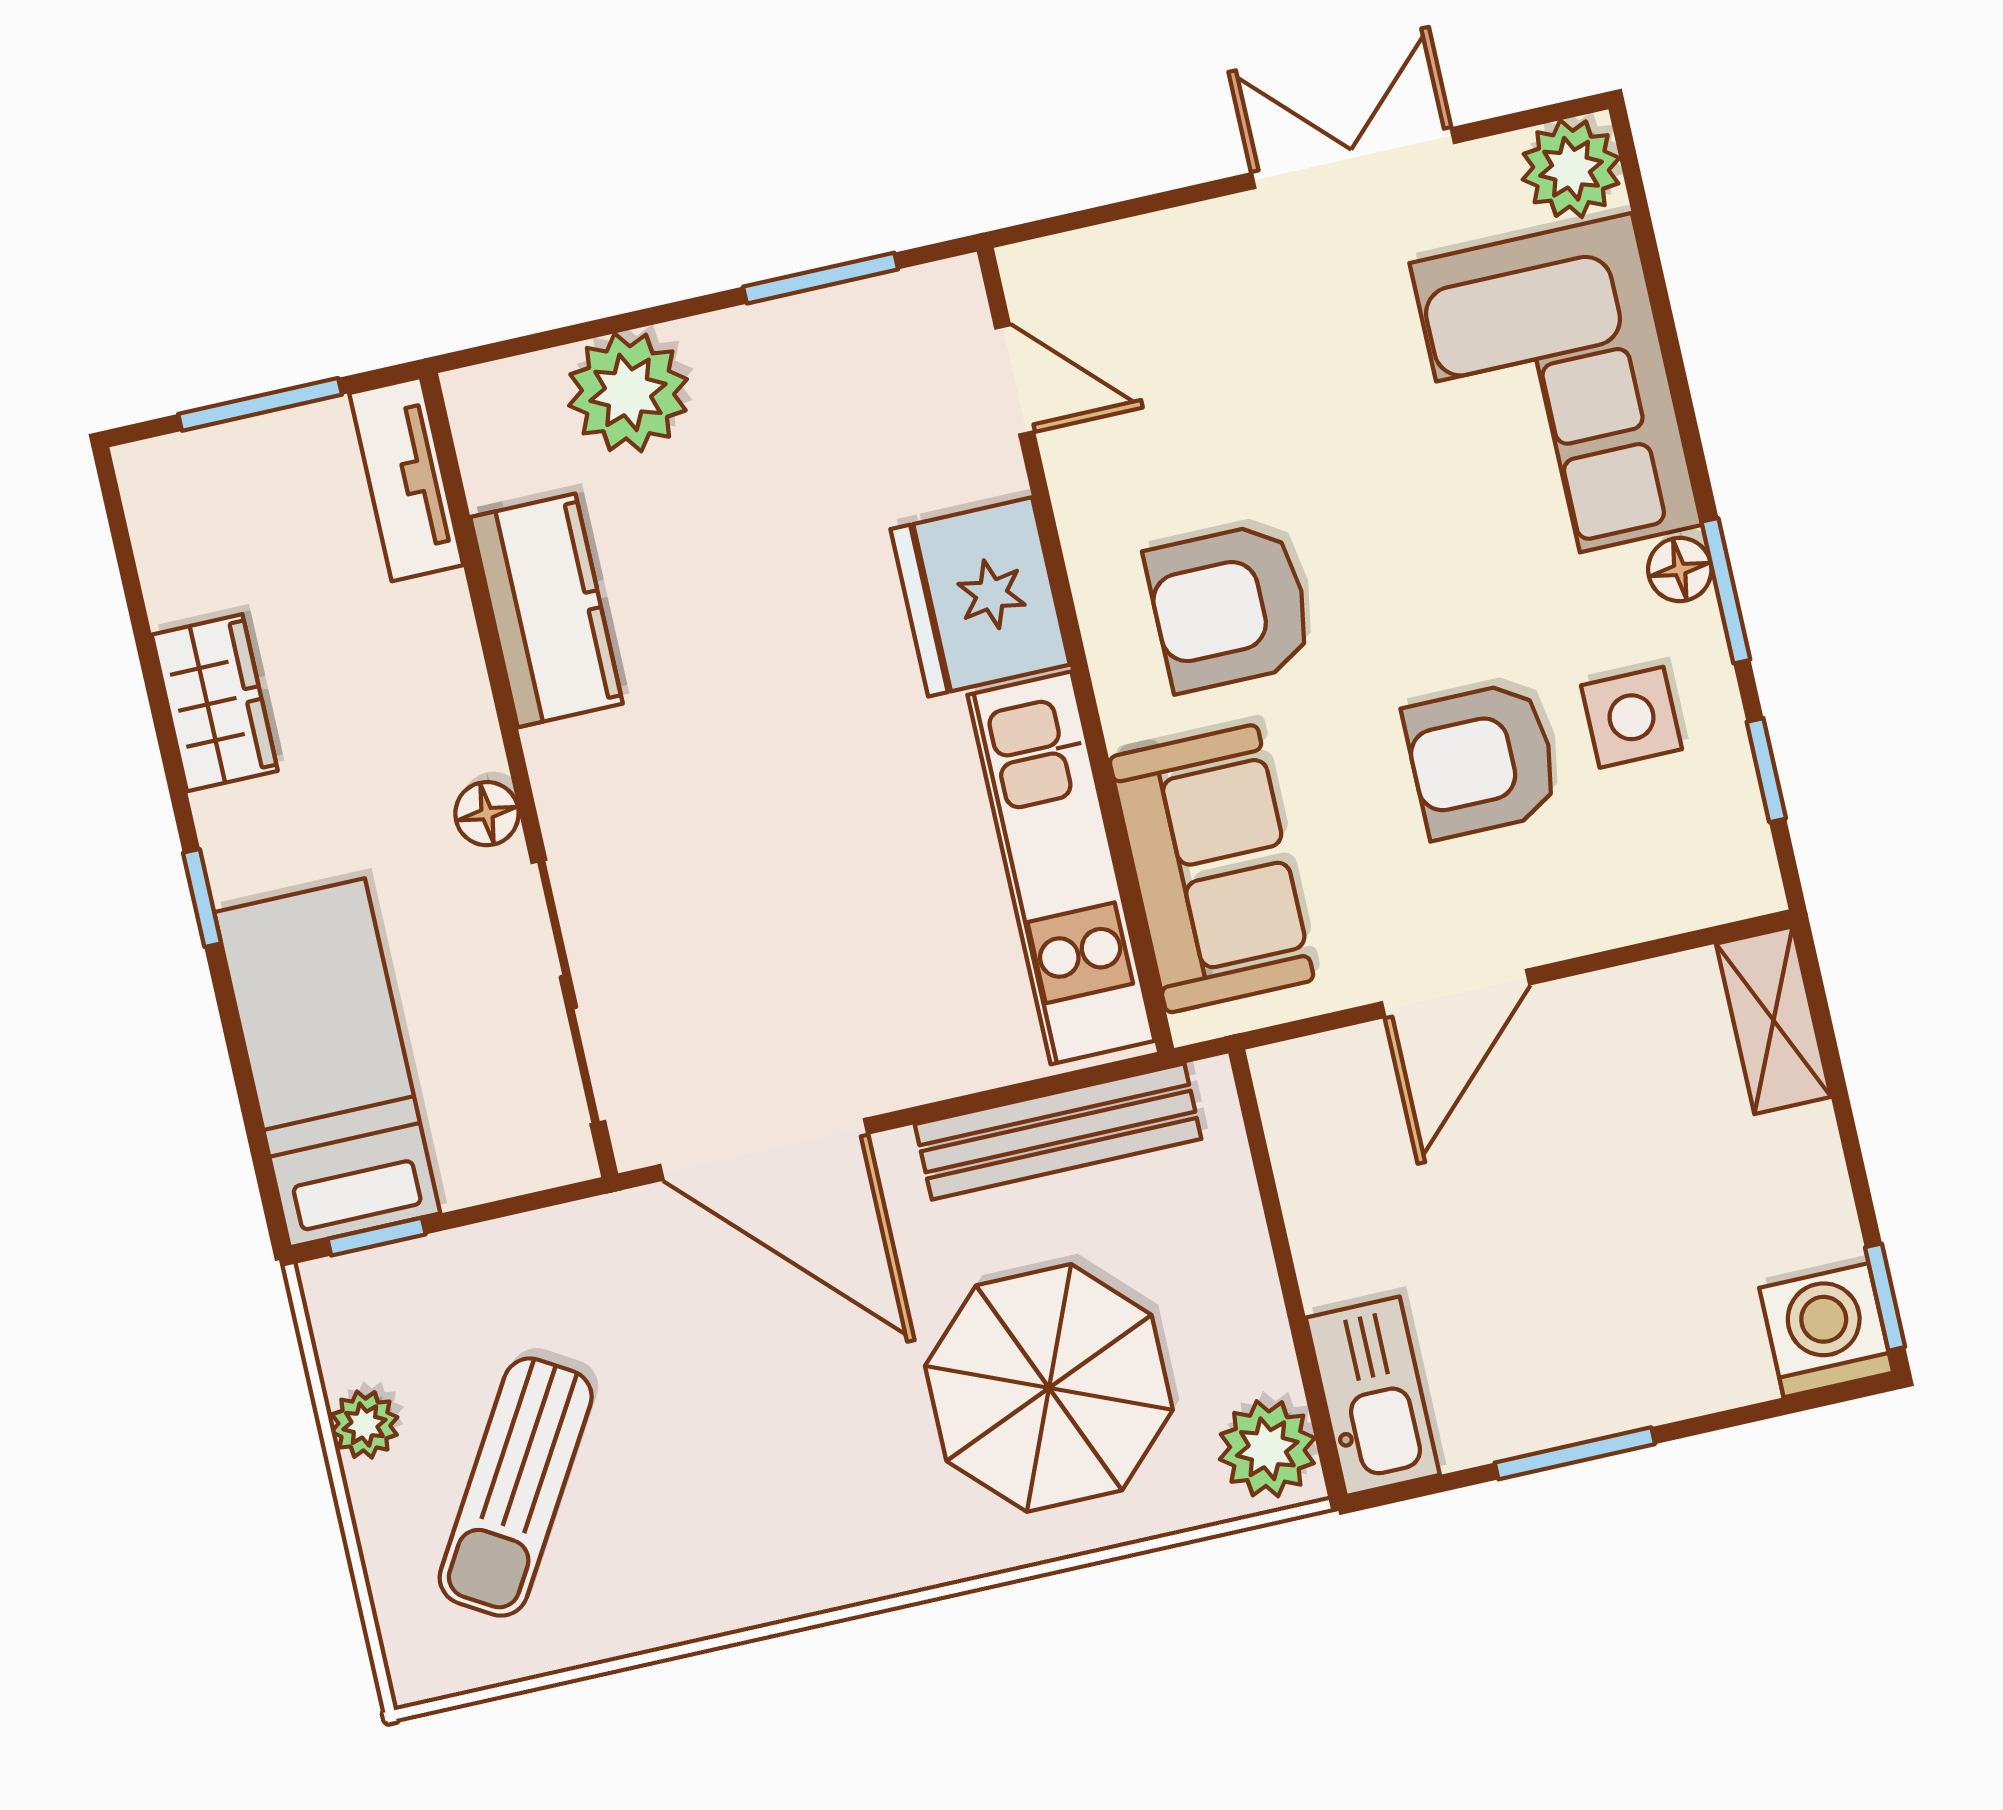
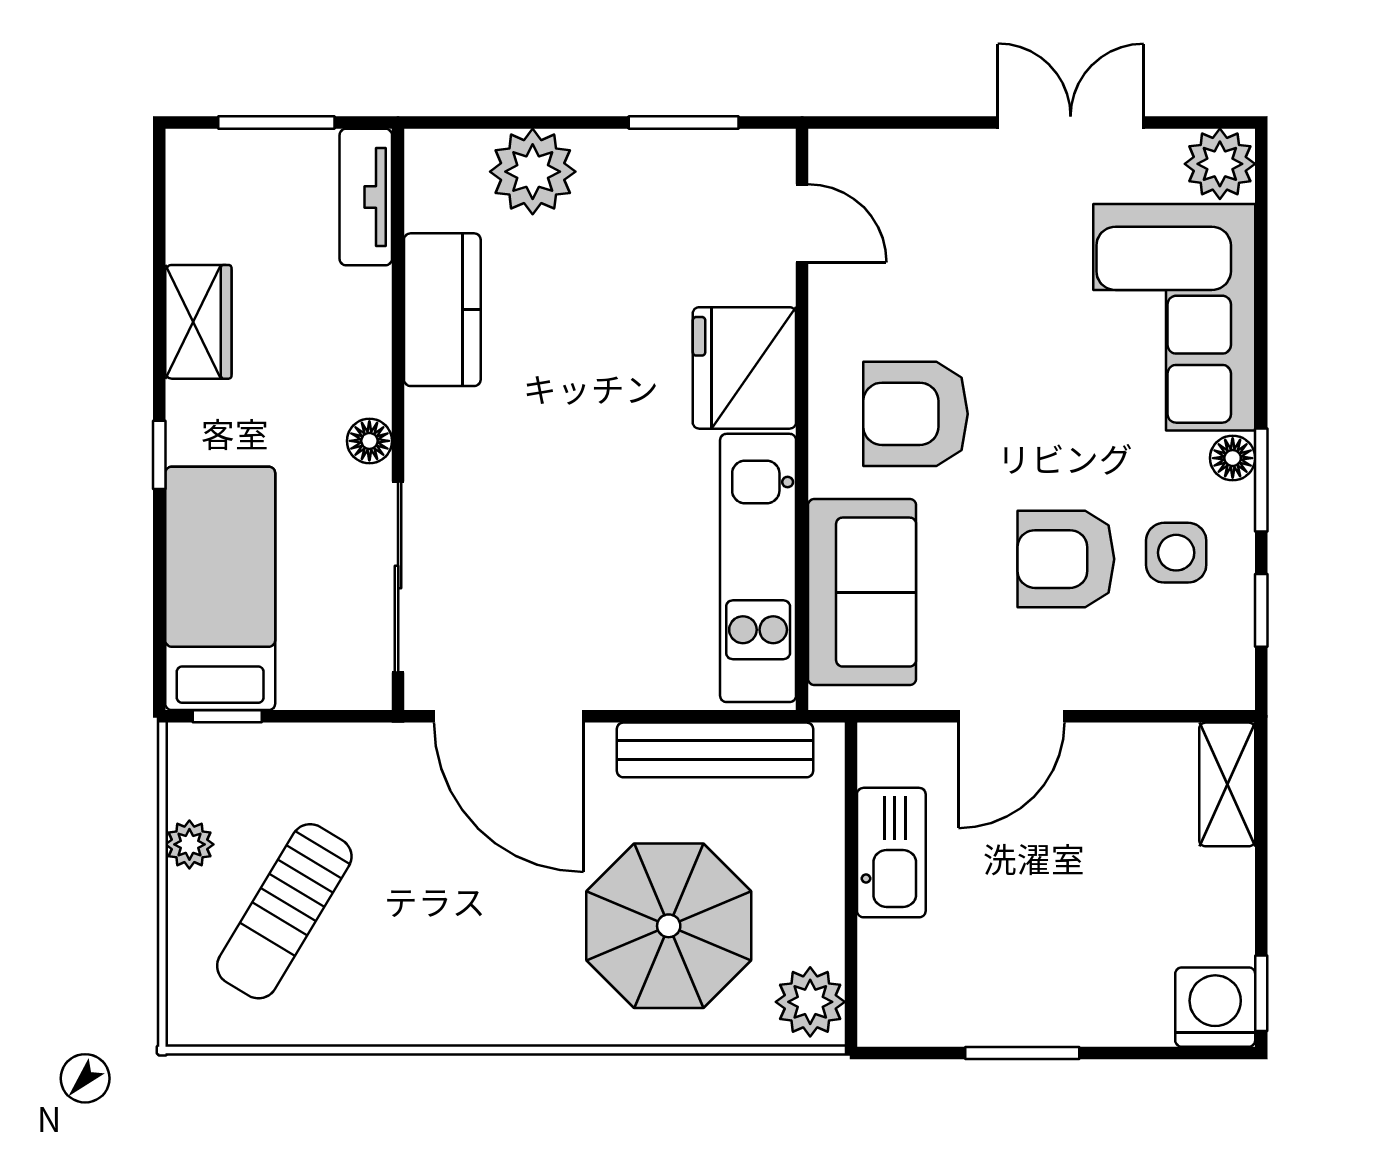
kitchen sink: (1373, 1396) -> (891, 853), moved

